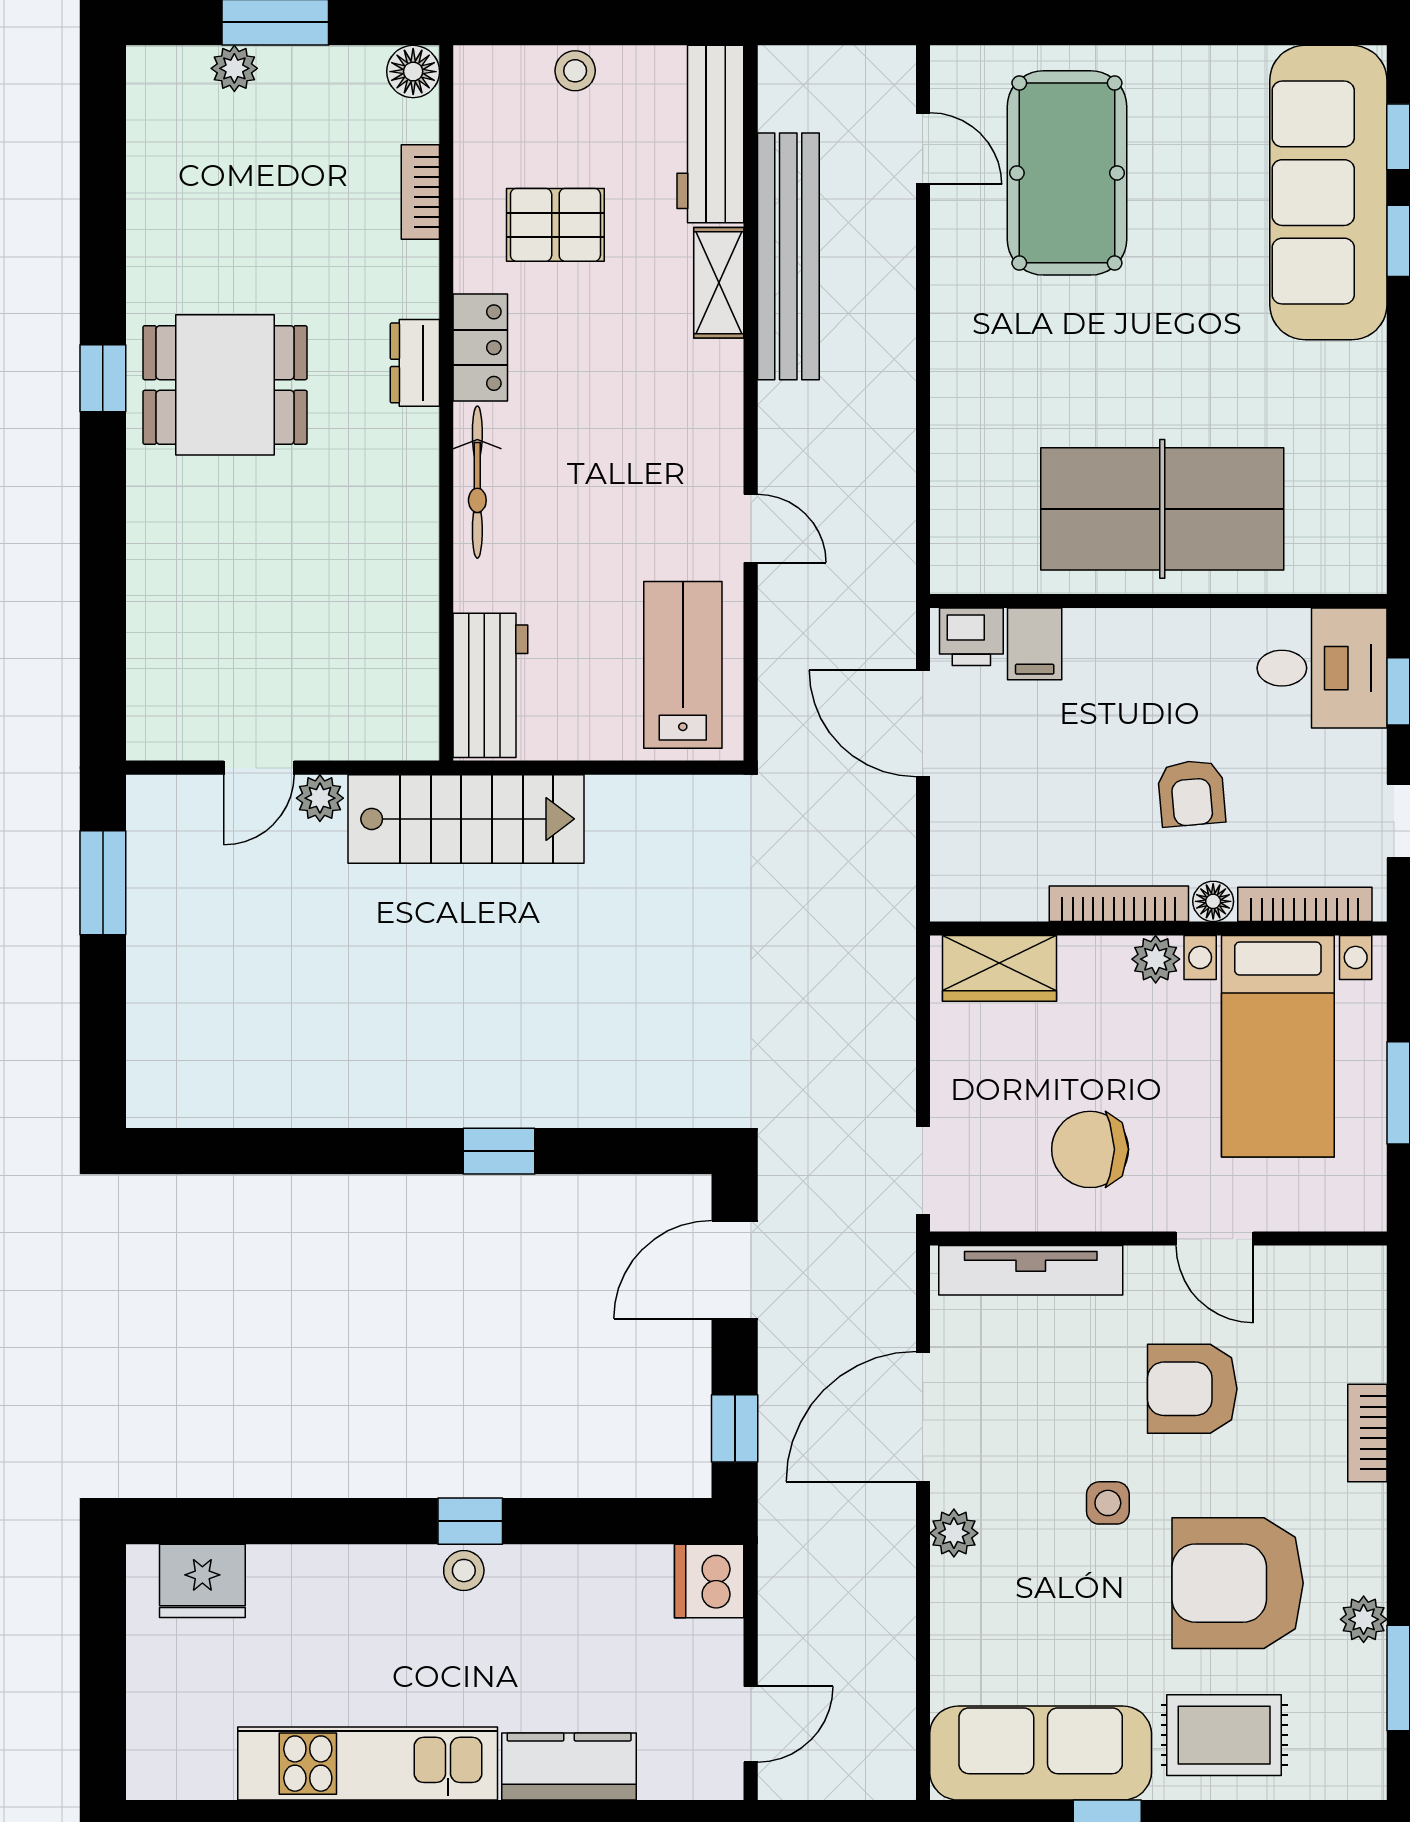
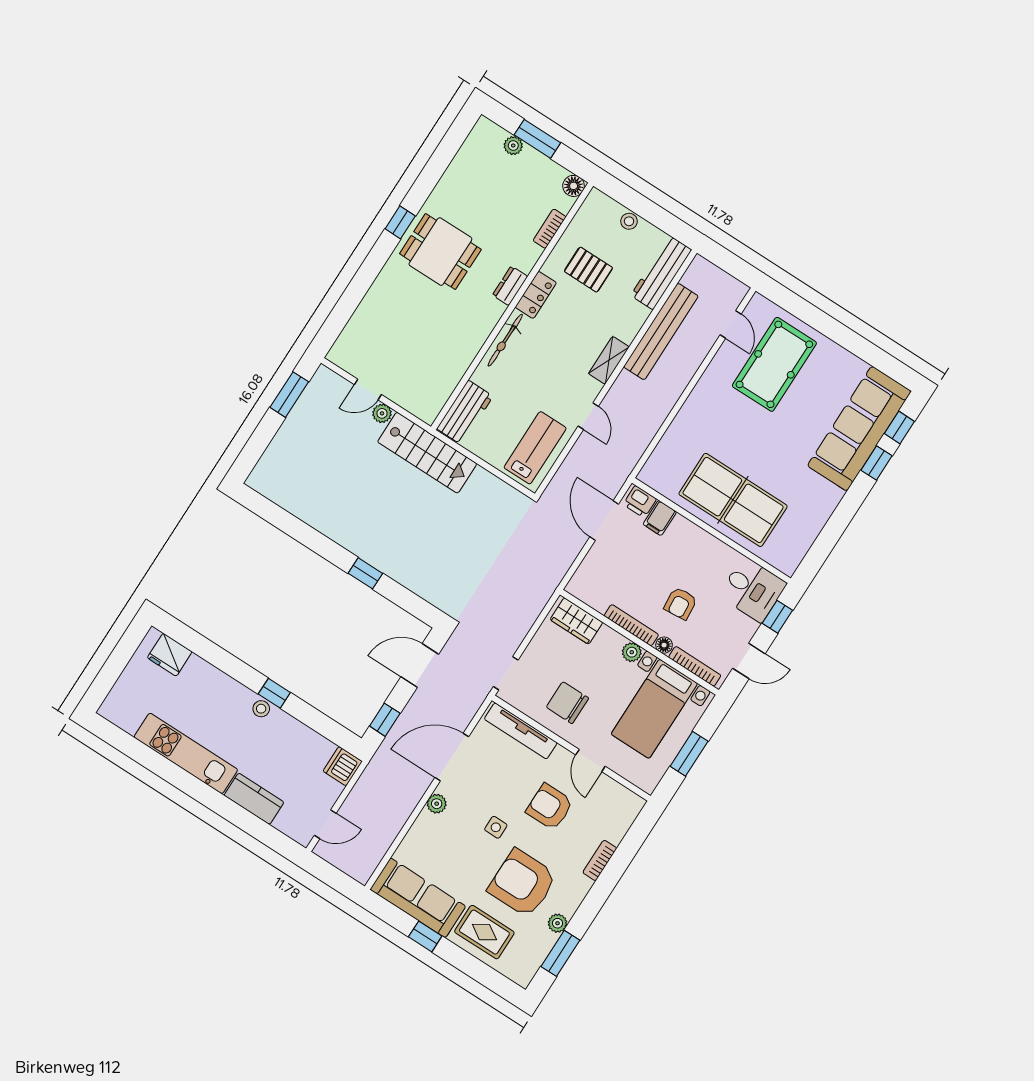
shelving: (719, 283) -> (609, 360), moved

